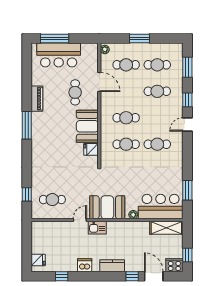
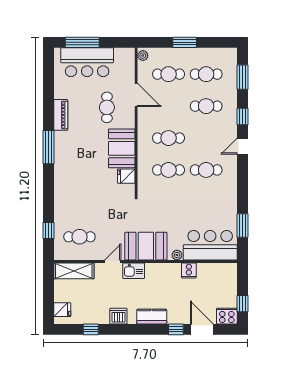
cooker: (143, 227) -> (189, 270), added
shelving: (166, 228) -> (74, 271), moved

